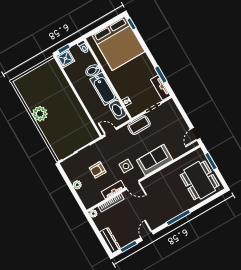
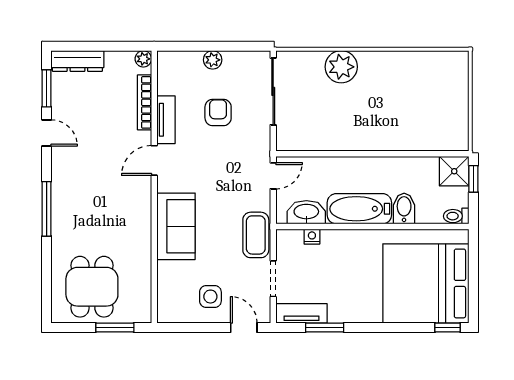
plant: (40, 114) -> (341, 67), moved
door: (195, 134) -> (244, 328), moved
side table: (126, 166) -> (210, 297), moved
dining table: (200, 180) -> (92, 287), width x0.73

